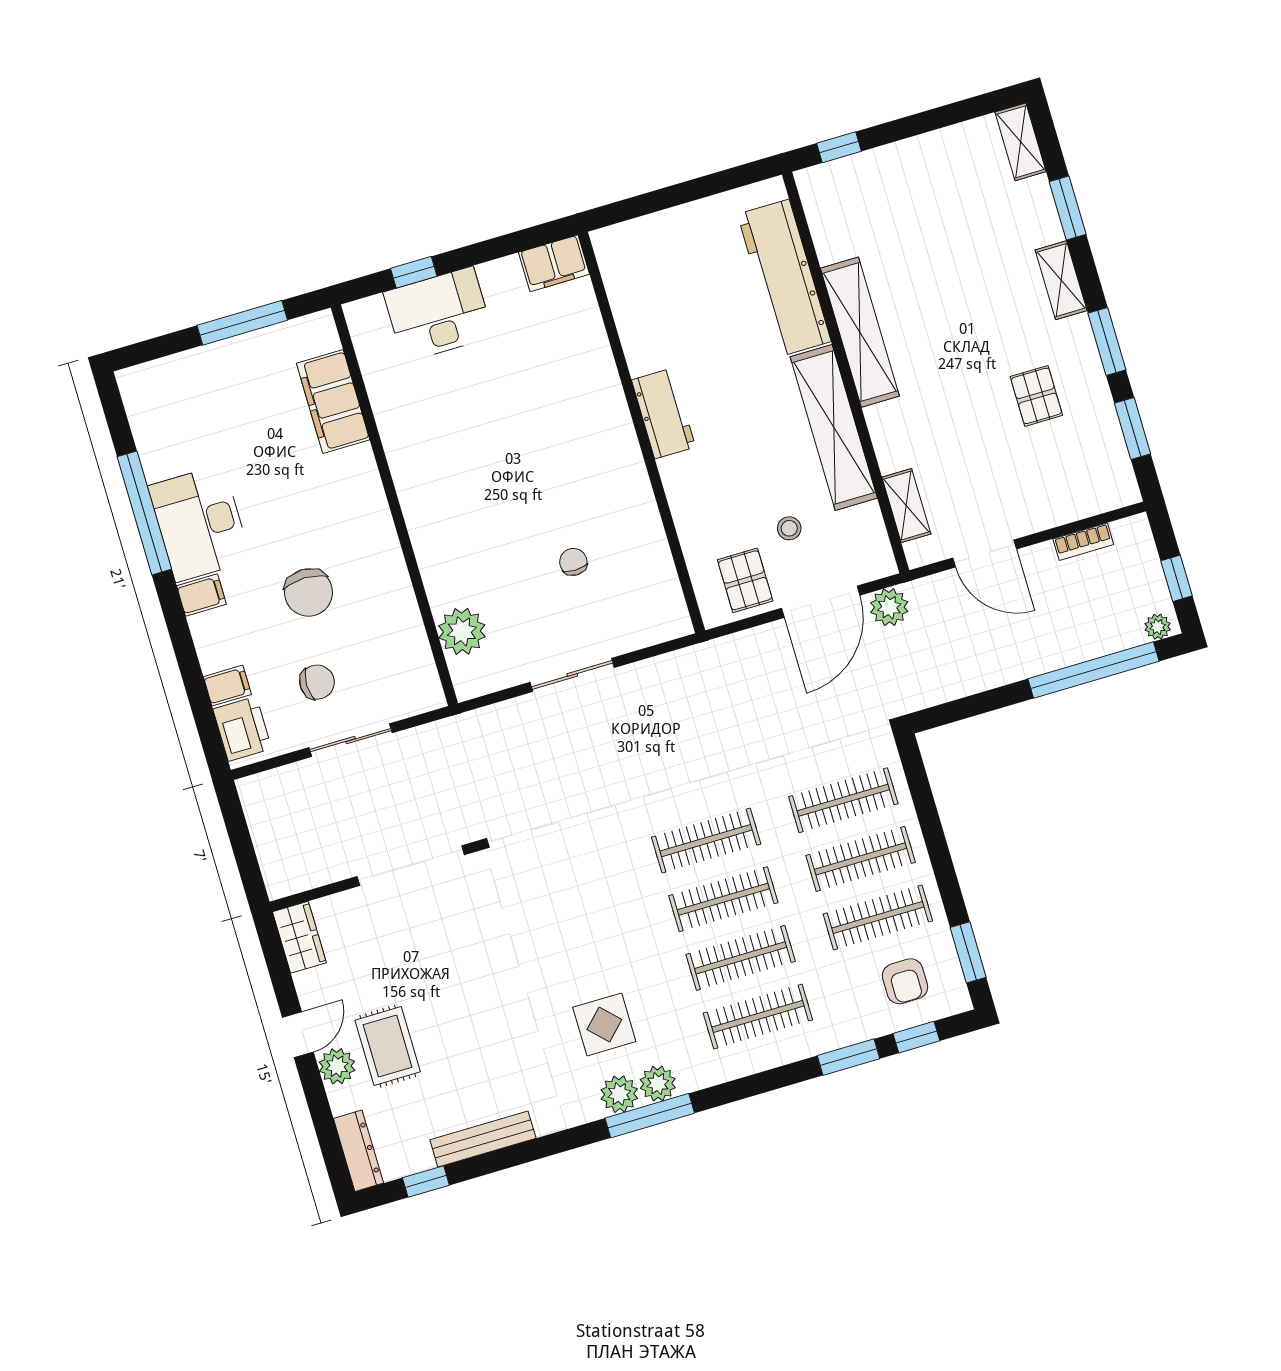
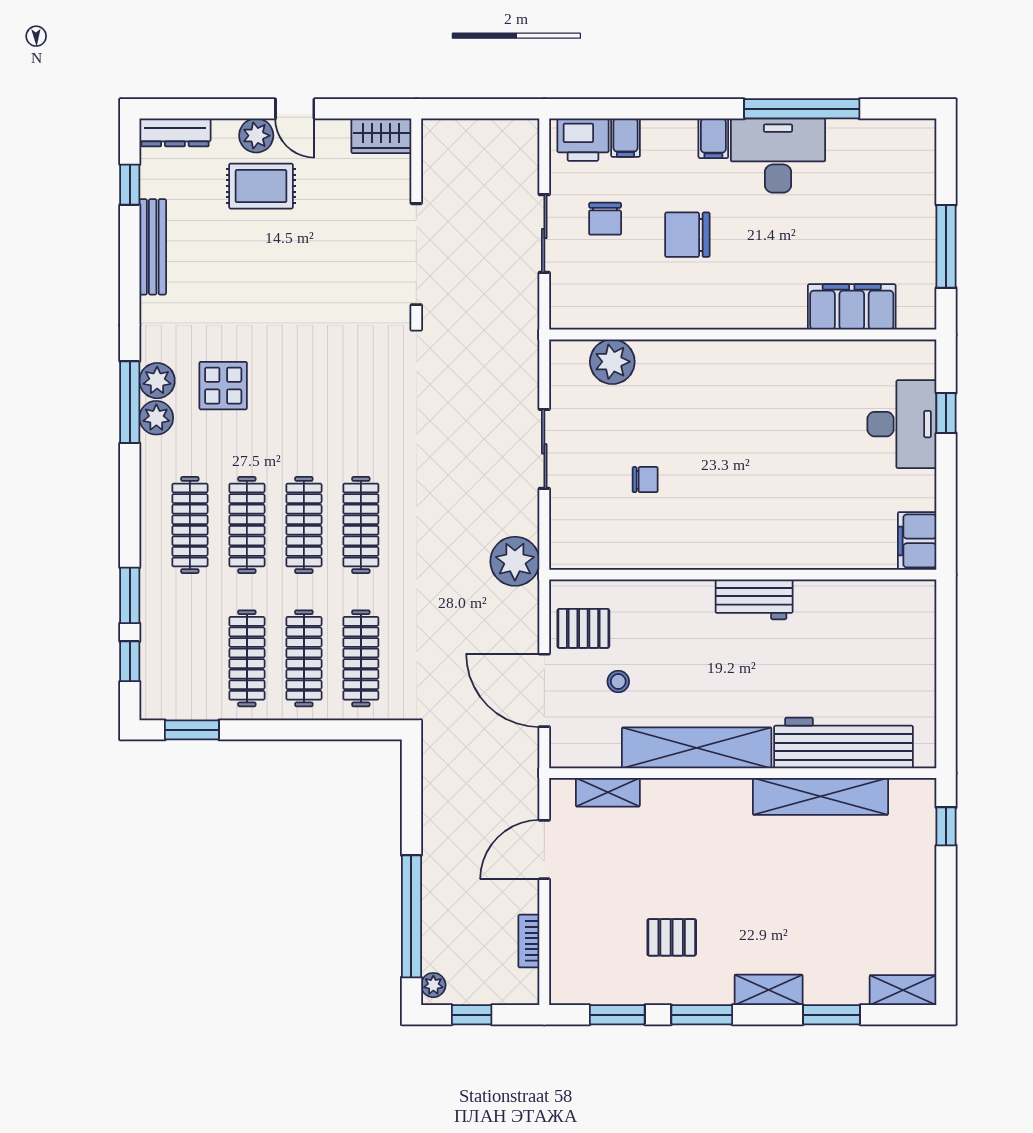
shelving: (860, 332) -> (820, 796), moved
plant: (889, 607) -> (515, 561), moved, width x1.36, depth x1.36
armchair: (905, 981) -> (183, 666), removed

